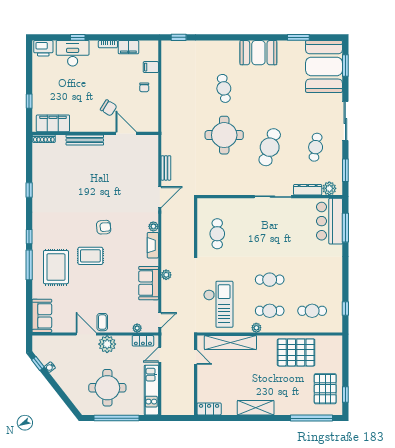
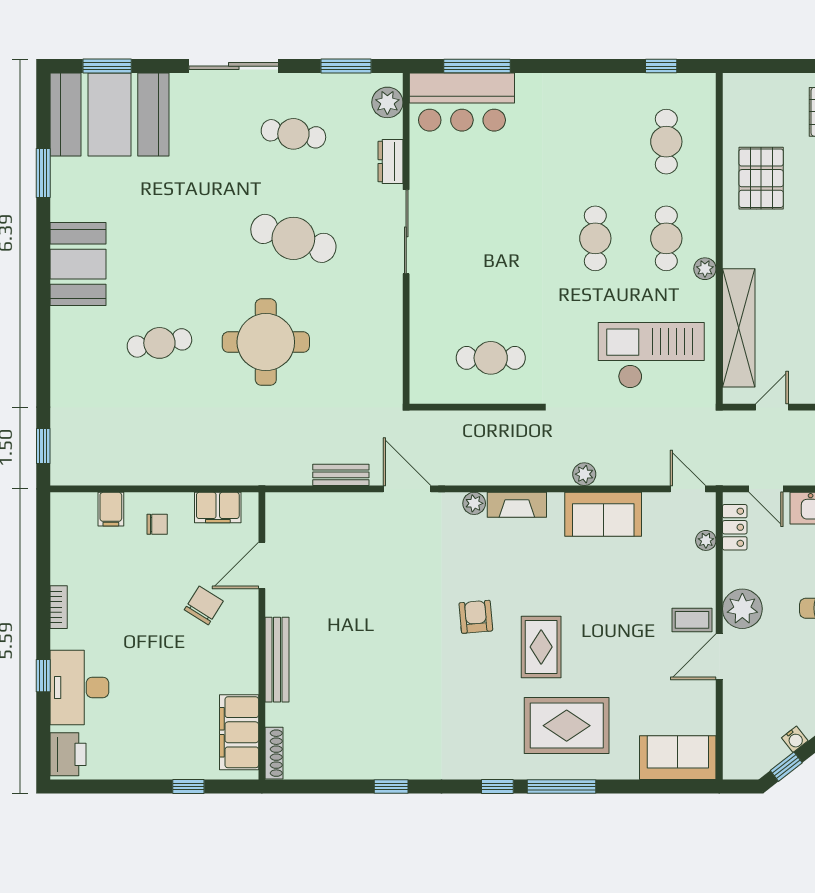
filing cabinet: (128, 47) -> (218, 508), moved, turned 90
dresser: (308, 190) -> (390, 162), width x0.70
pallet: (296, 352) -> (761, 178), width x0.73, depth x0.71

